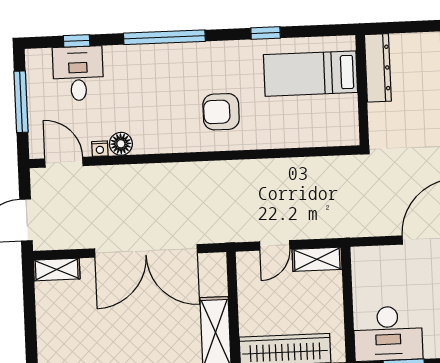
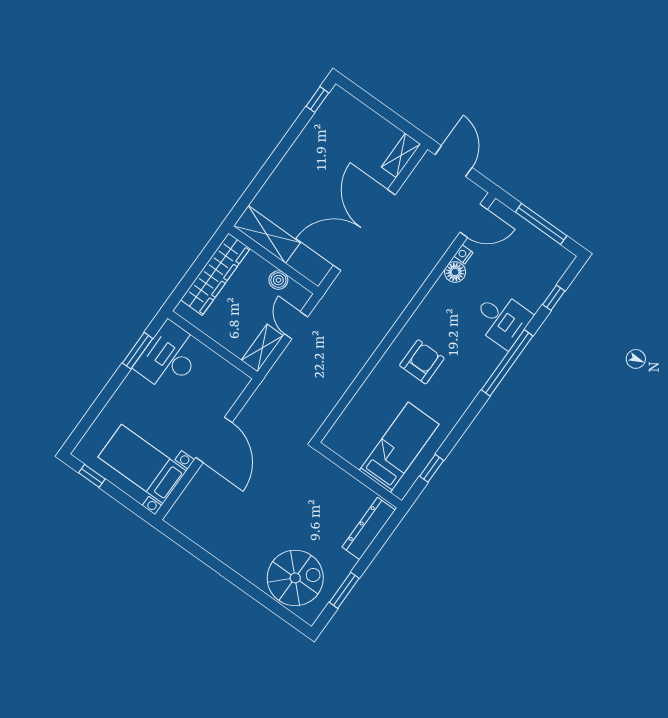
window: (266, 33) -> (432, 468), moved
dresser: (378, 68) -> (369, 528), moved, turned 90
desk: (78, 73) -> (502, 319), moved
boiler: (247, 291) -> (278, 280), added

